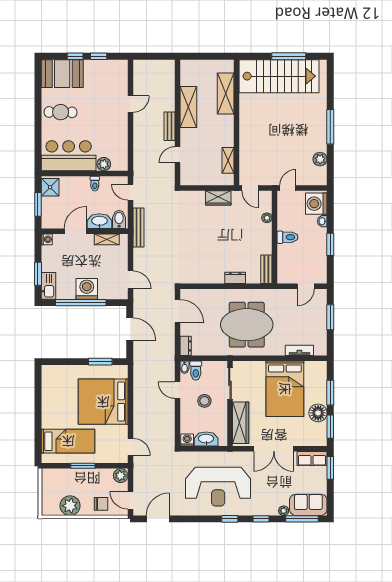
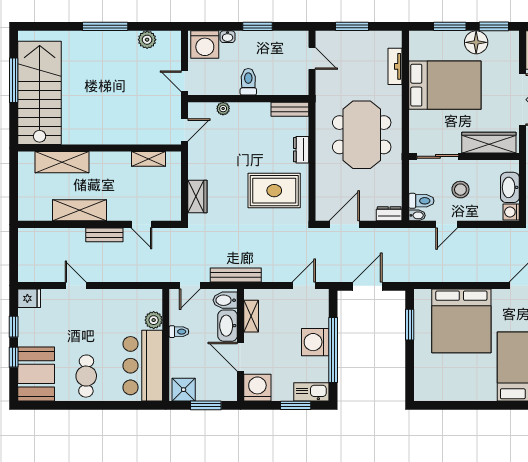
fridge: (121, 68) -> (29, 298), added
wardrobe: (218, 198) -> (197, 197), moved
washing machine: (47, 239) -> (257, 388), width x1.89, depth x1.89
rug: (204, 257) -> (274, 191), added

